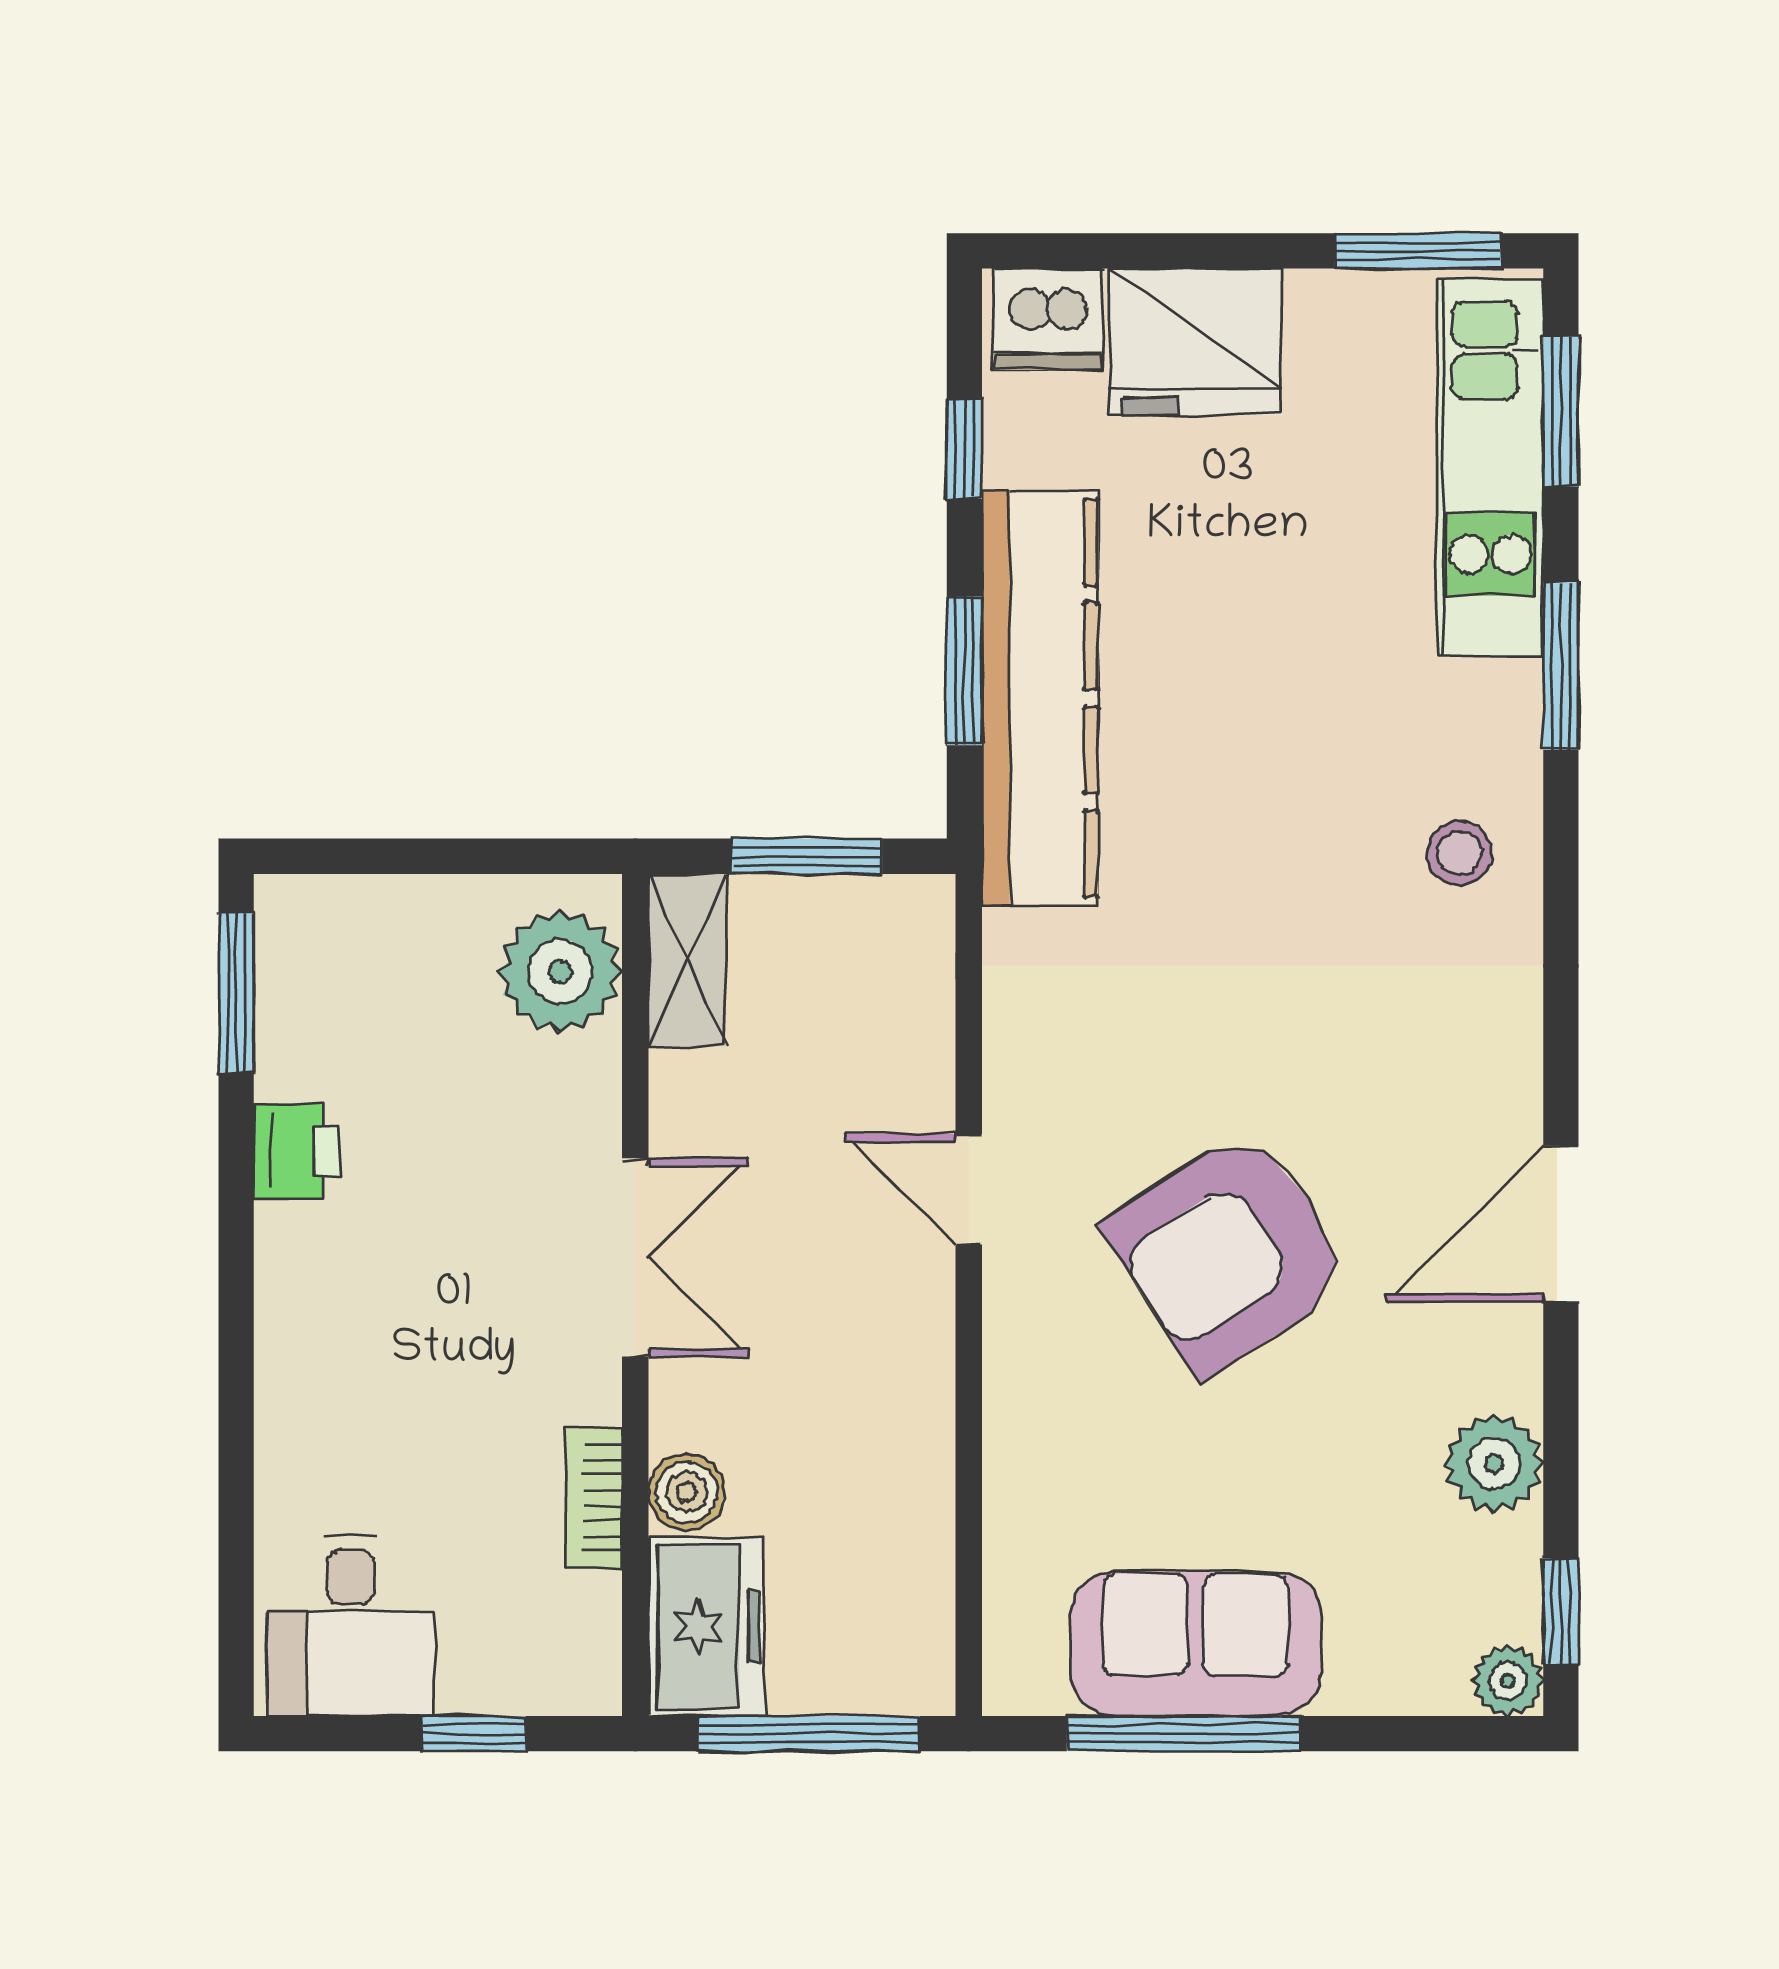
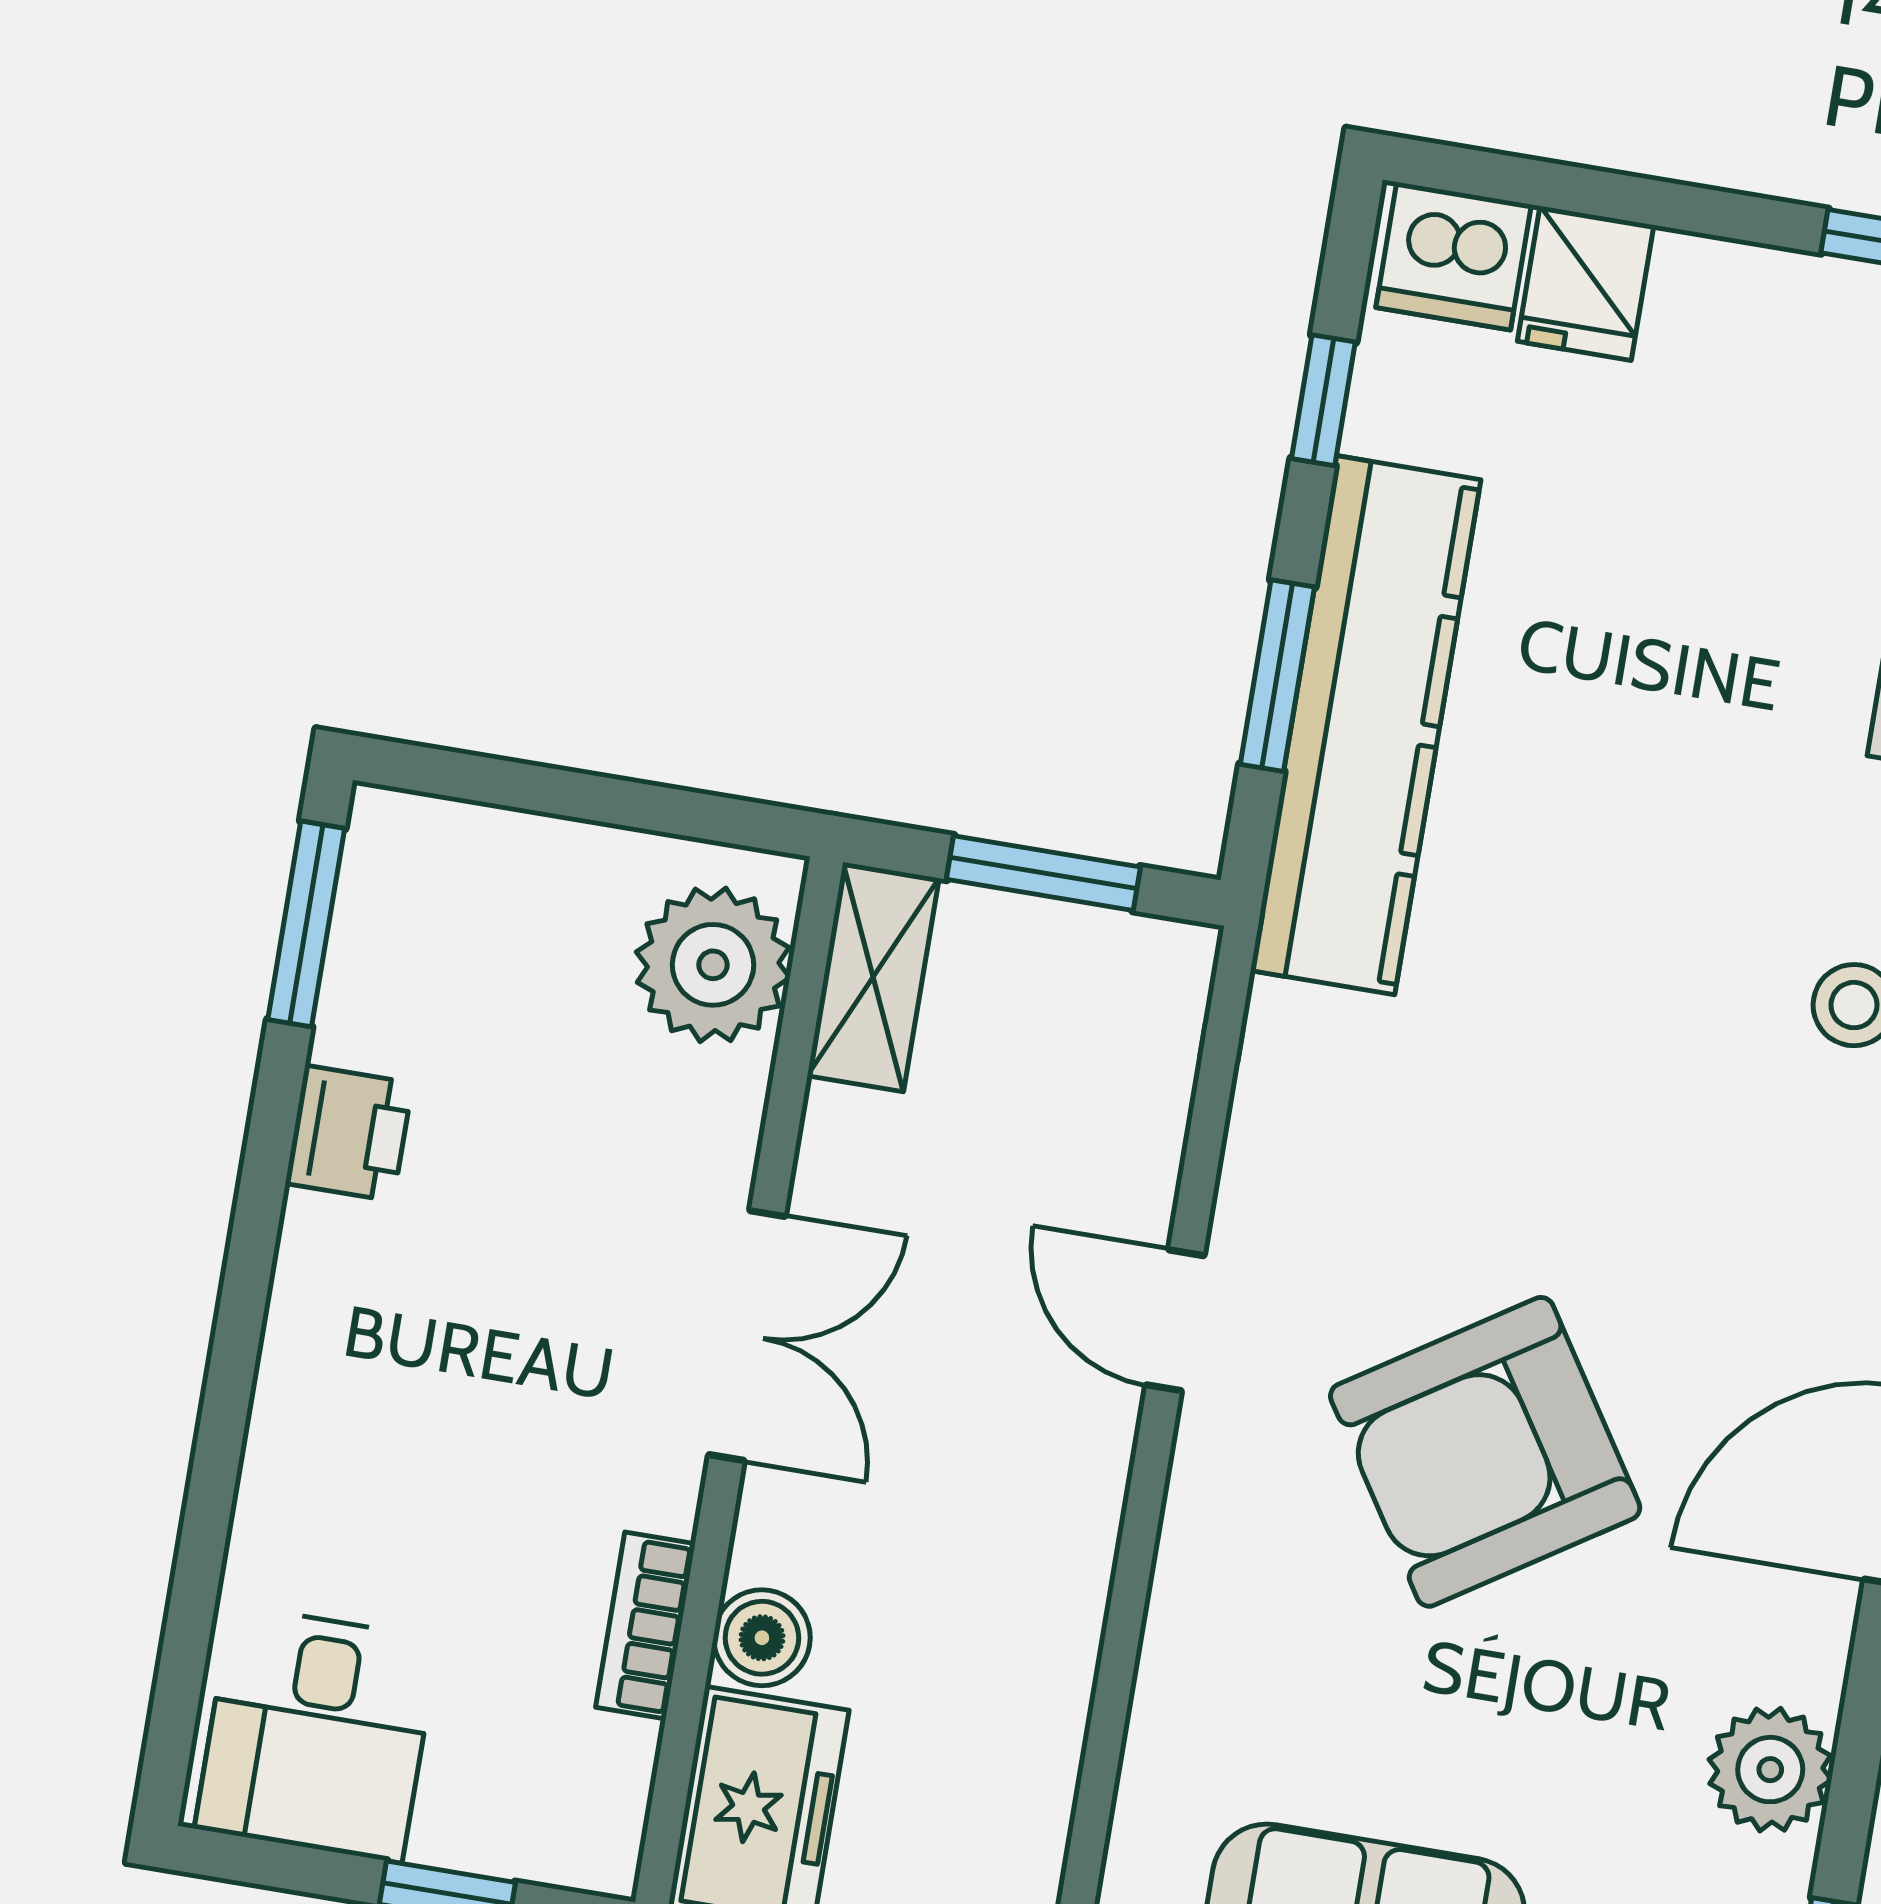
fridge: (1195, 342) -> (1586, 283), width x0.53, depth x0.75

